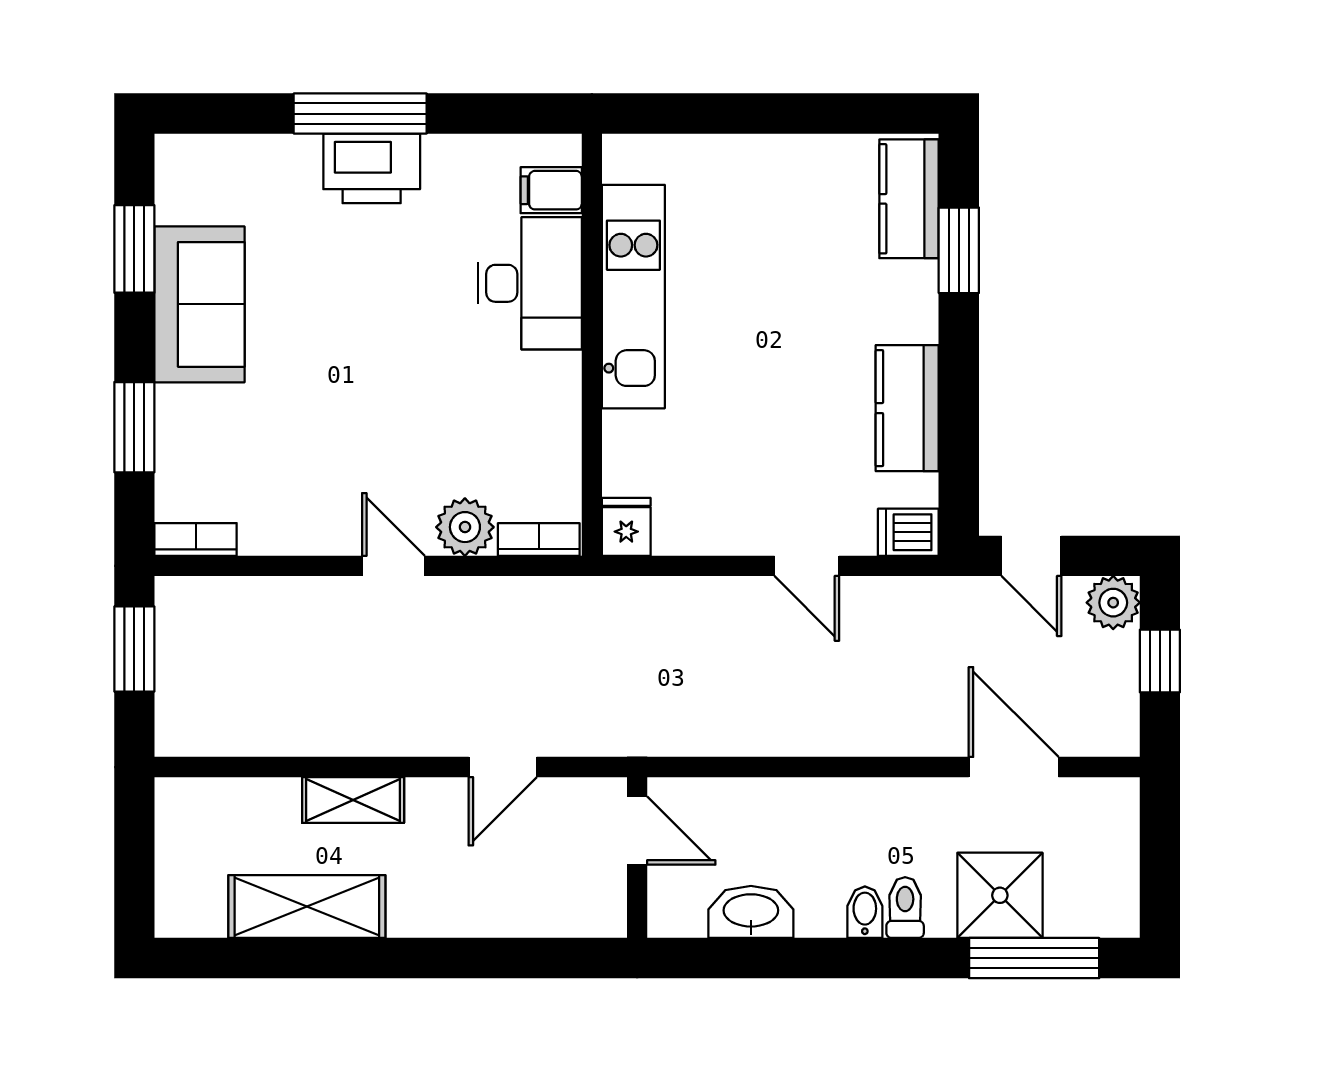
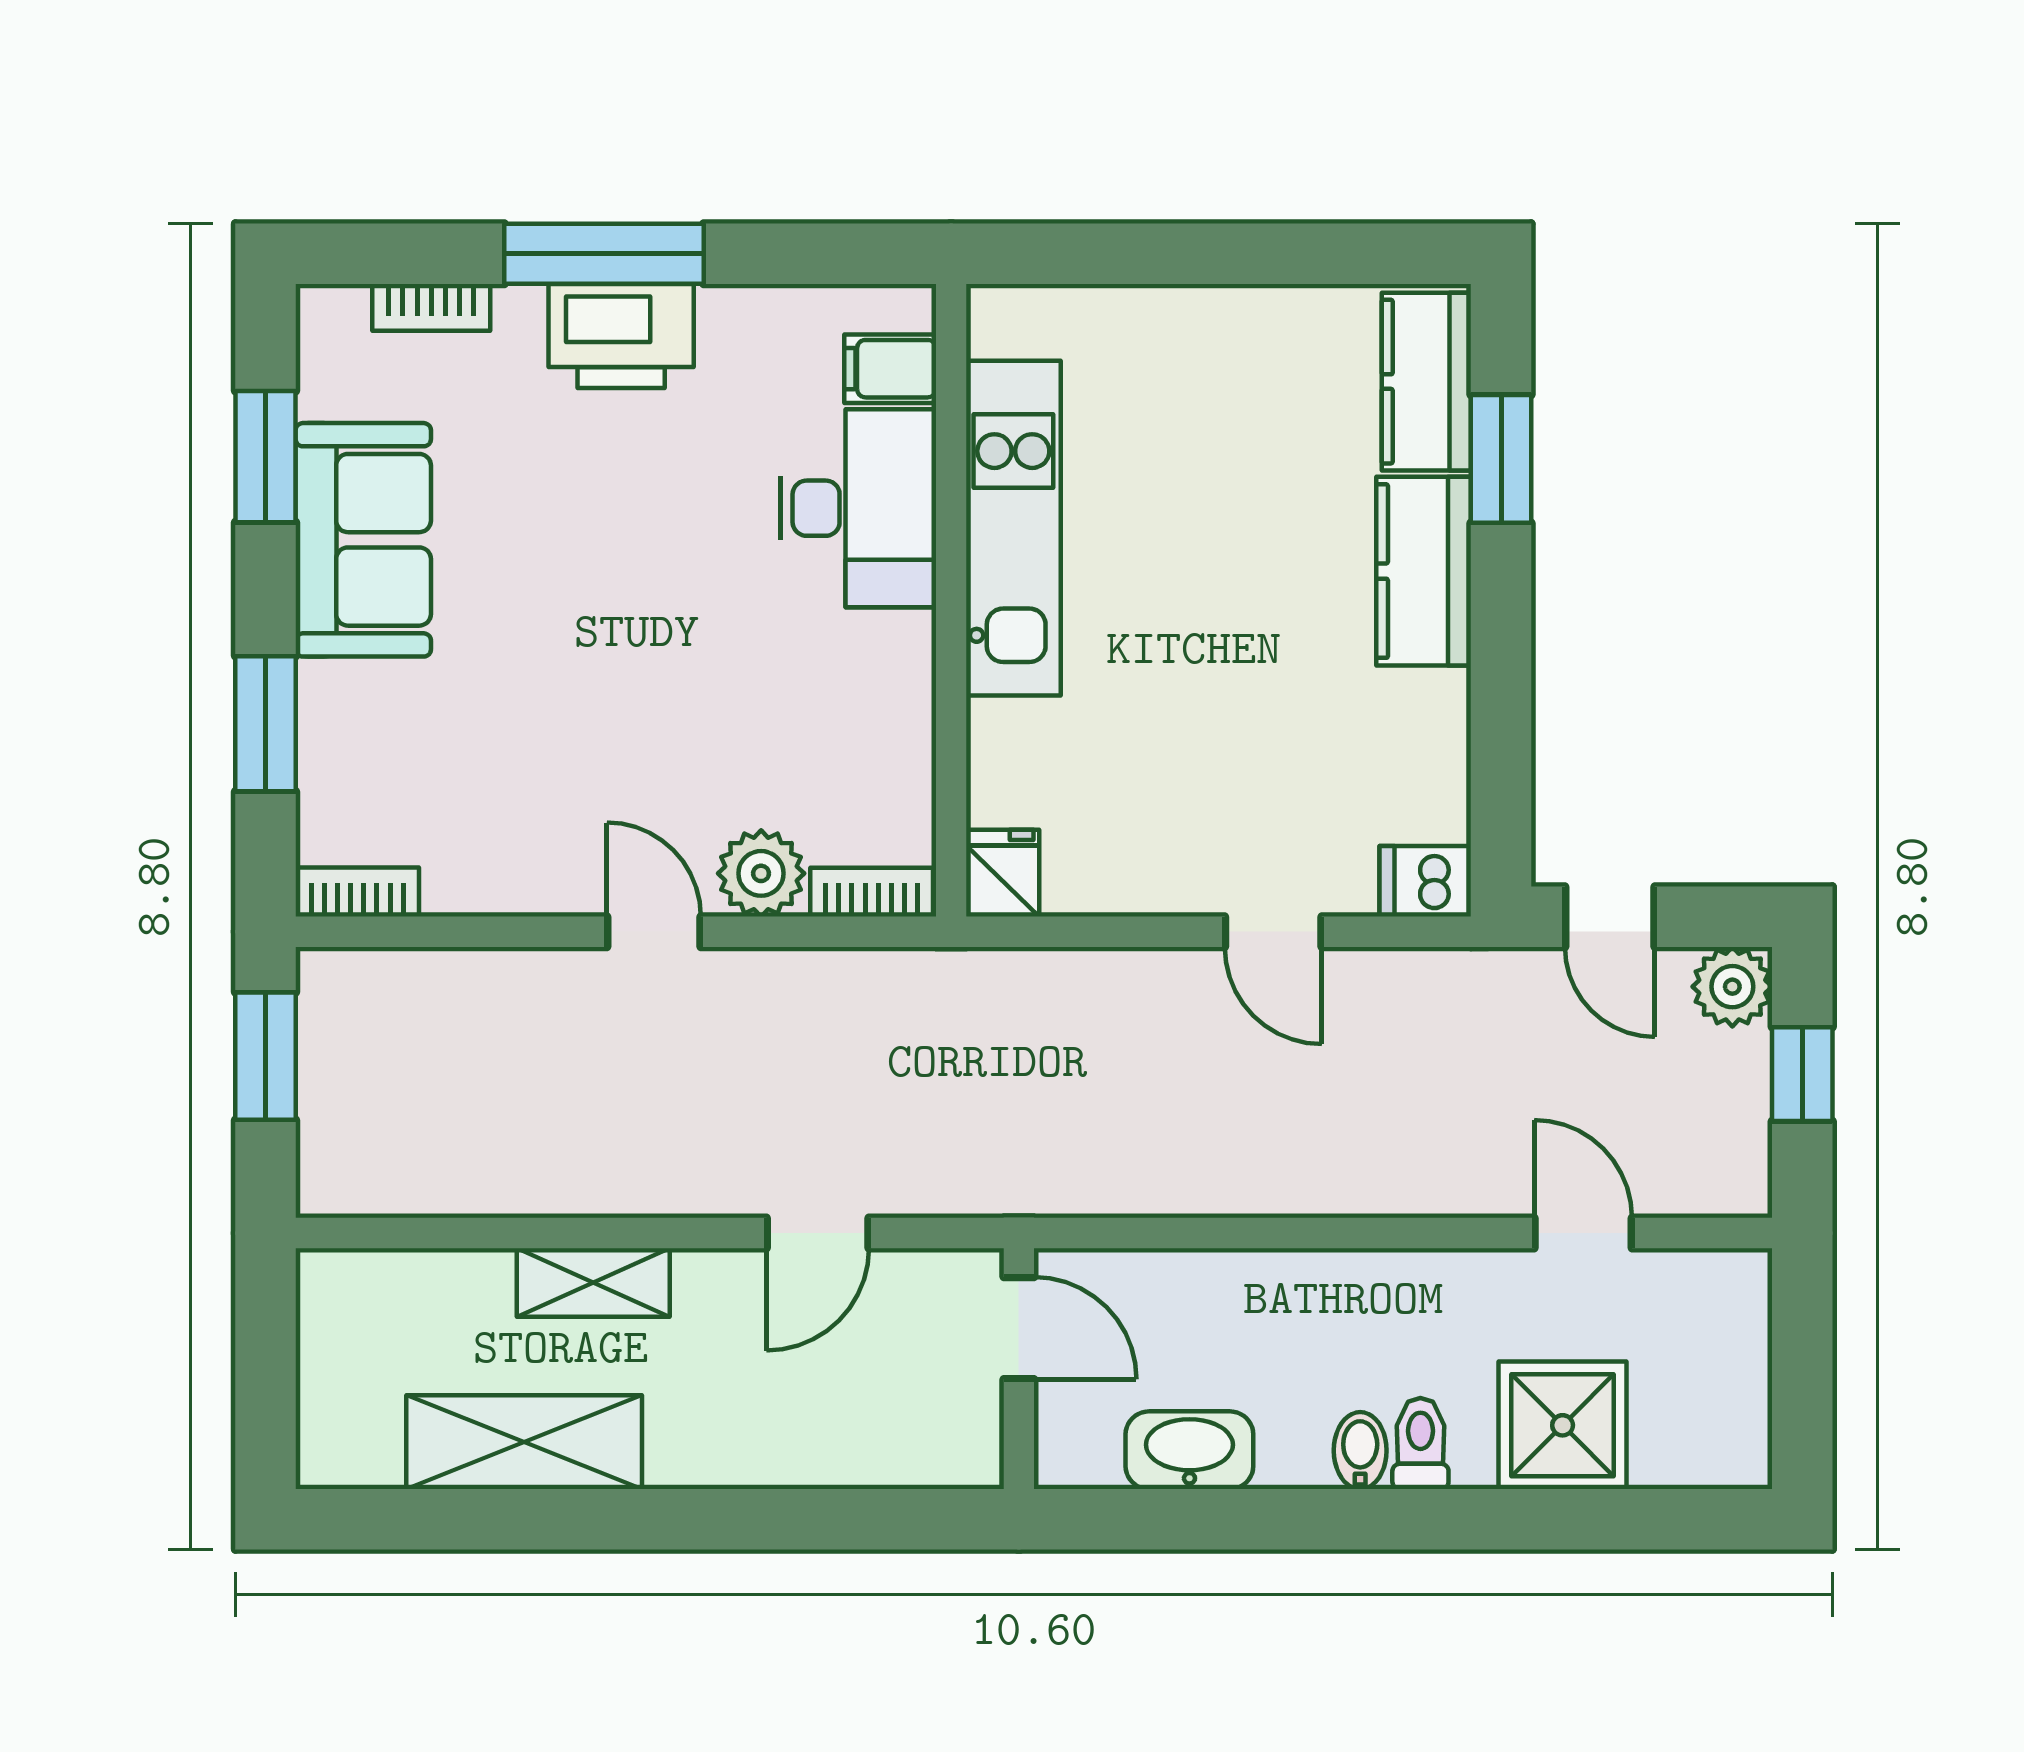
bookcase: (245, 149) -> (431, 307), added
kitchen counter: (907, 408) -> (1424, 571), moved
door: (1014, 767) -> (1583, 1233), width x0.73
window: (1034, 958) -> (1614, 1519), removed

